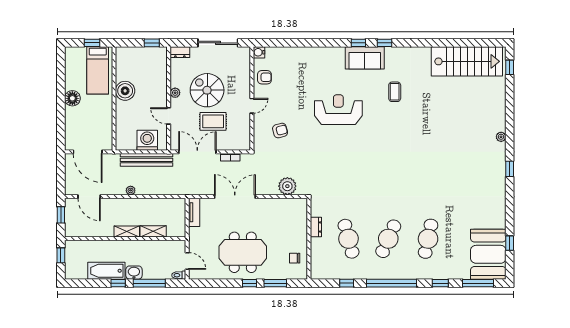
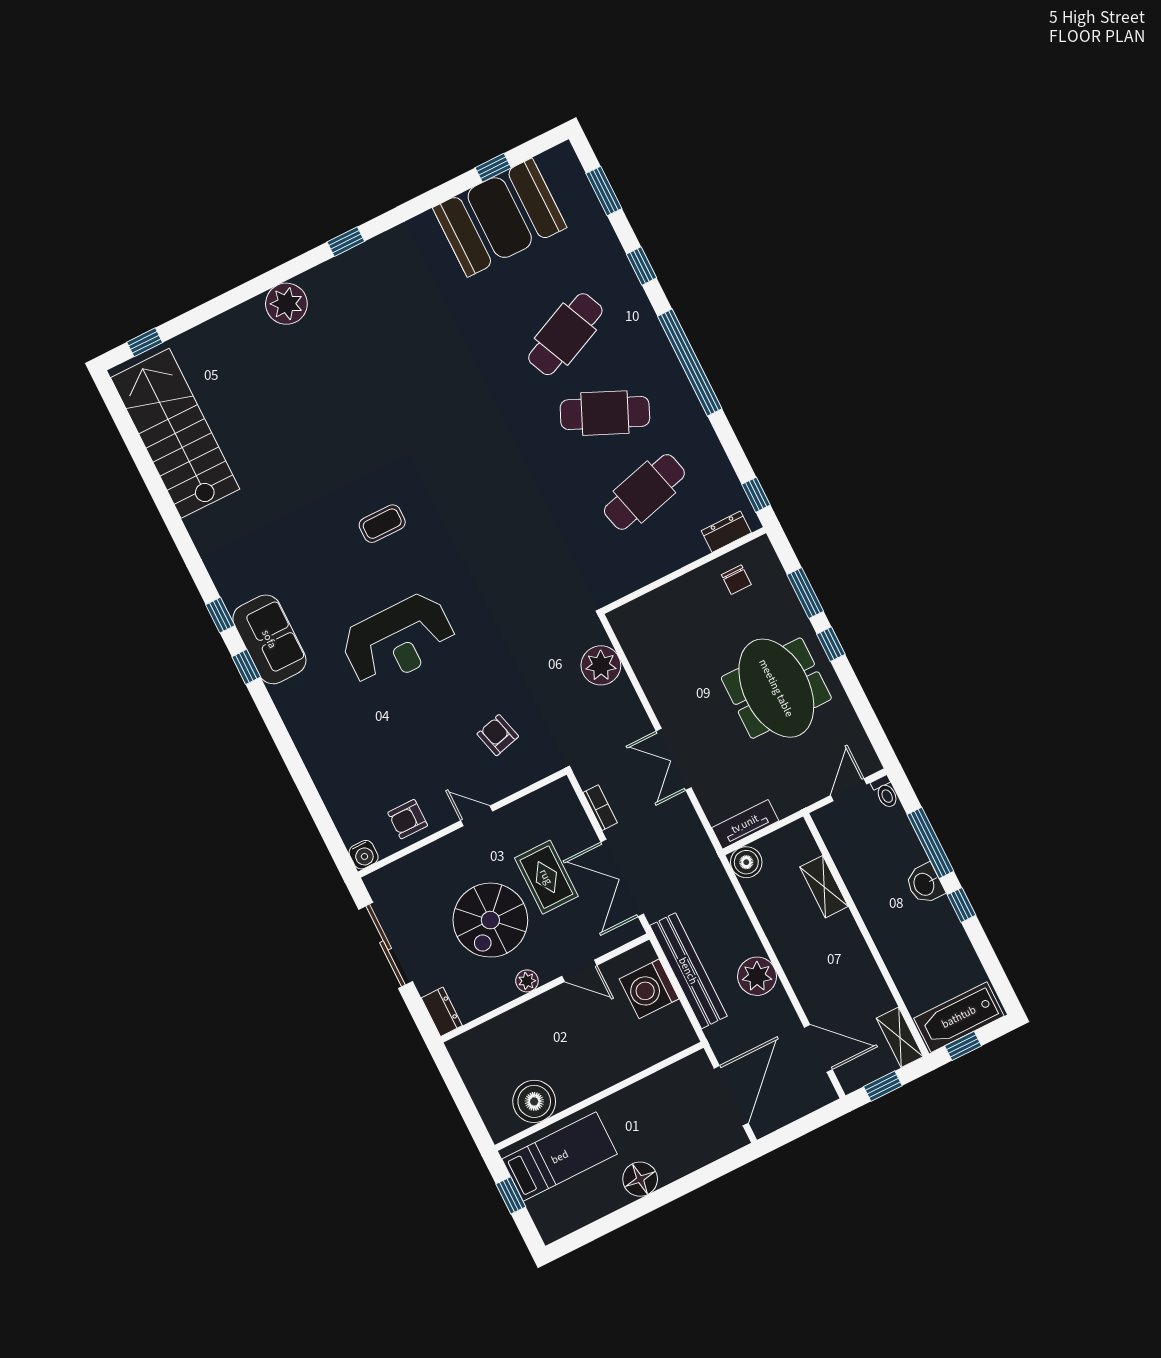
window: (152, 43) -> (451, 1077), removed
armchair: (264, 77) -> (408, 819), turned -90
boiler: (125, 91) -> (534, 1101), moved
coffee table: (395, 92) -> (382, 524), moved
reception desk: (338, 110) -> (399, 640), turned -90
door: (169, 116) -> (579, 971), hinge flipped
plant: (501, 137) -> (286, 304), width x1.87, depth x1.87
plant: (131, 190) -> (757, 976), width x1.88, depth x1.88
door: (89, 197) -> (818, 1048), hinge flipped
double door: (235, 197) -> (674, 759), width x0.73
boiler: (179, 205) -> (746, 862), added
dresser: (316, 227) -> (726, 532), moved
shelving: (127, 232) -> (900, 1037), moved
cafe table: (428, 239) -> (565, 334), turned -36
booth: (488, 254) -> (500, 218), moved
bathtub: (106, 271) -> (959, 1017), moved, turned 90
window: (347, 283) -> (756, 495), moved
window: (478, 283) -> (604, 191), width x0.69

